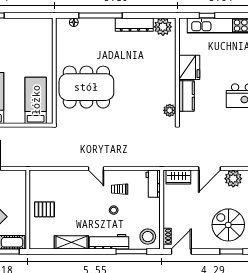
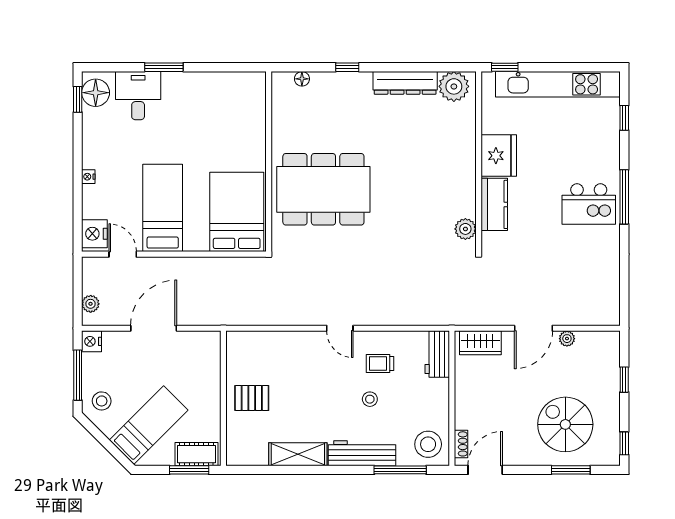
window: (100, 16) -> (347, 67), width x0.32
window: (207, 16) -> (505, 67), moved
bed: (36, 100) -> (237, 212), width x1.50
plant: (233, 179) -> (567, 339), width x0.53, depth x0.53

